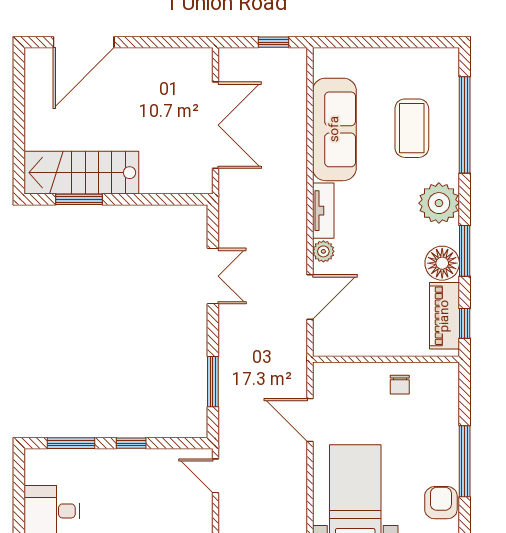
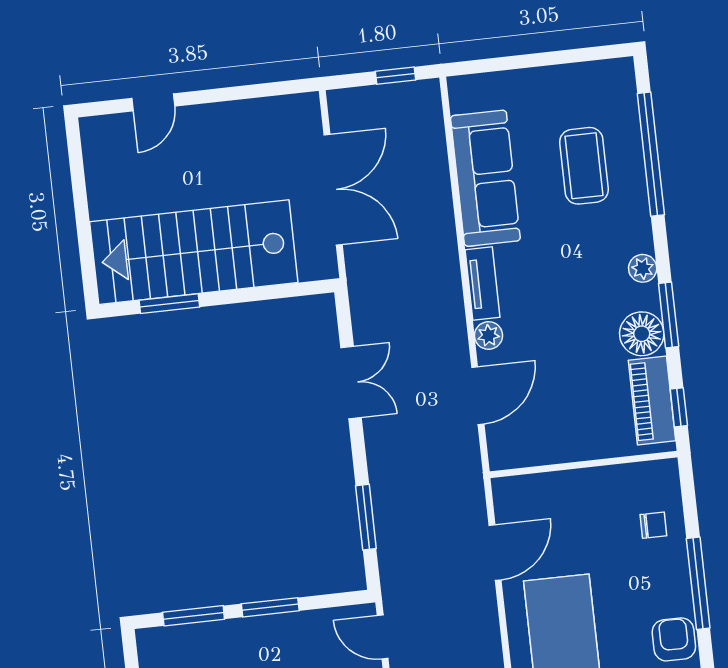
door: (84, 42) -> (153, 102), width x0.53
stairs: (81, 173) -> (194, 252), width x1.36, depth x1.51
plant: (439, 203) -> (643, 268), width x0.53, depth x0.53
chair: (400, 385) -> (653, 525), moved, turned -90
door: (310, 420) -> (495, 553), swing flipped
window: (131, 443) -> (270, 607), width x1.50

